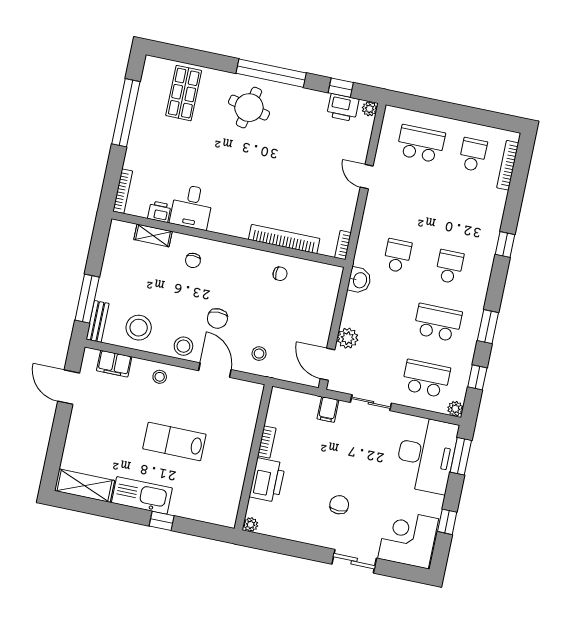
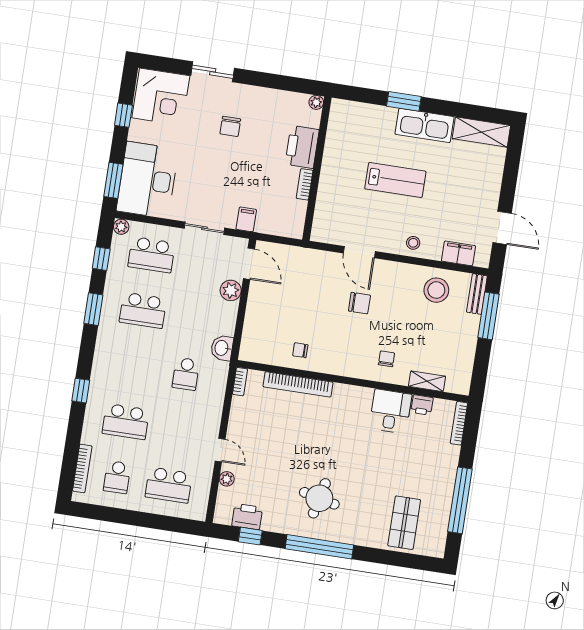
round table: (249, 108) -> (319, 498), moved
plant: (370, 109) -> (227, 479), moved
school desk: (449, 267) -> (126, 422), moved, width x1.85
chair: (217, 318) -> (359, 303), turned 90
stool: (183, 346) -> (391, 274), removed
stool: (259, 354) -> (317, 271), removed
window: (162, 521) -> (404, 101), width x1.50

